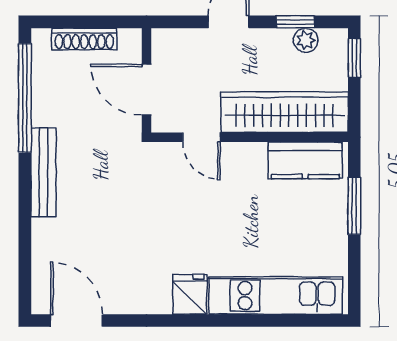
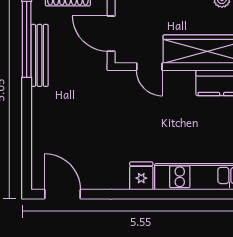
bench: (43, 172) -> (40, 55), moved

